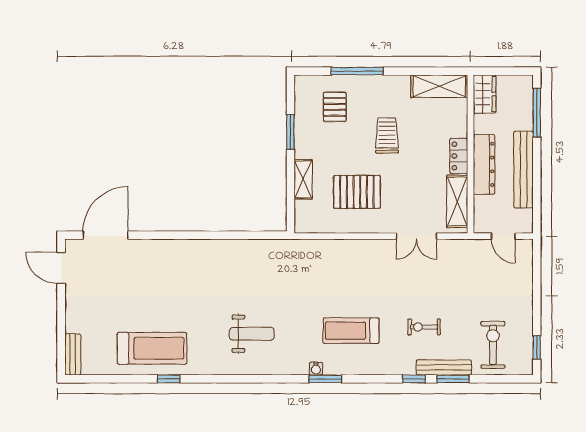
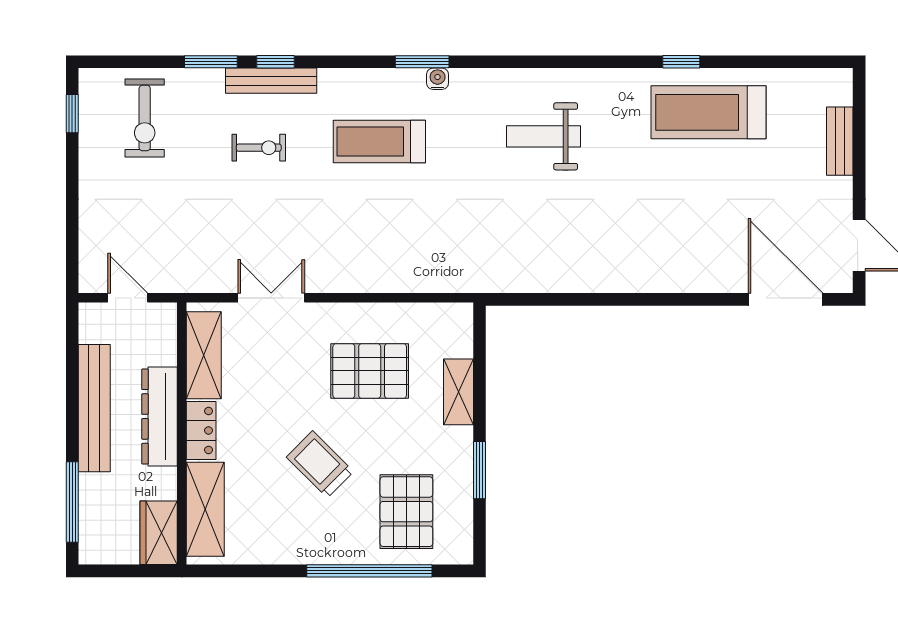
window: (357, 71) -> (369, 571), width x1.46
shelving: (439, 86) -> (205, 509), moved, turned 90
pallet: (335, 107) -> (406, 512), width x1.50, depth x1.42
trolley: (387, 135) -> (320, 464), turned 135
door: (106, 235) -> (786, 299), swing flipped
treadmill: (351, 331) -> (379, 142), turned 180
bench: (73, 354) -> (840, 141), moved
bench: (444, 367) -> (271, 81), moved

